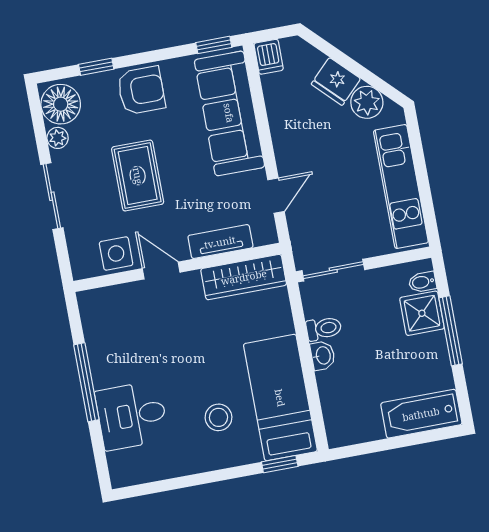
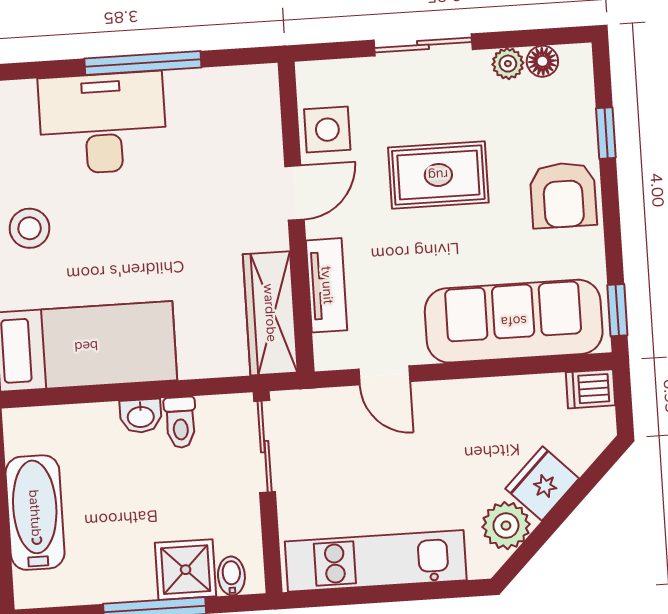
floor lamp: (61, 104) -> (542, 61), width x0.53, depth x0.53
bathtub: (421, 414) -> (35, 513), moved
desk: (132, 416) -> (103, 123), width x1.37
stool: (219, 417) -> (30, 228), moved

